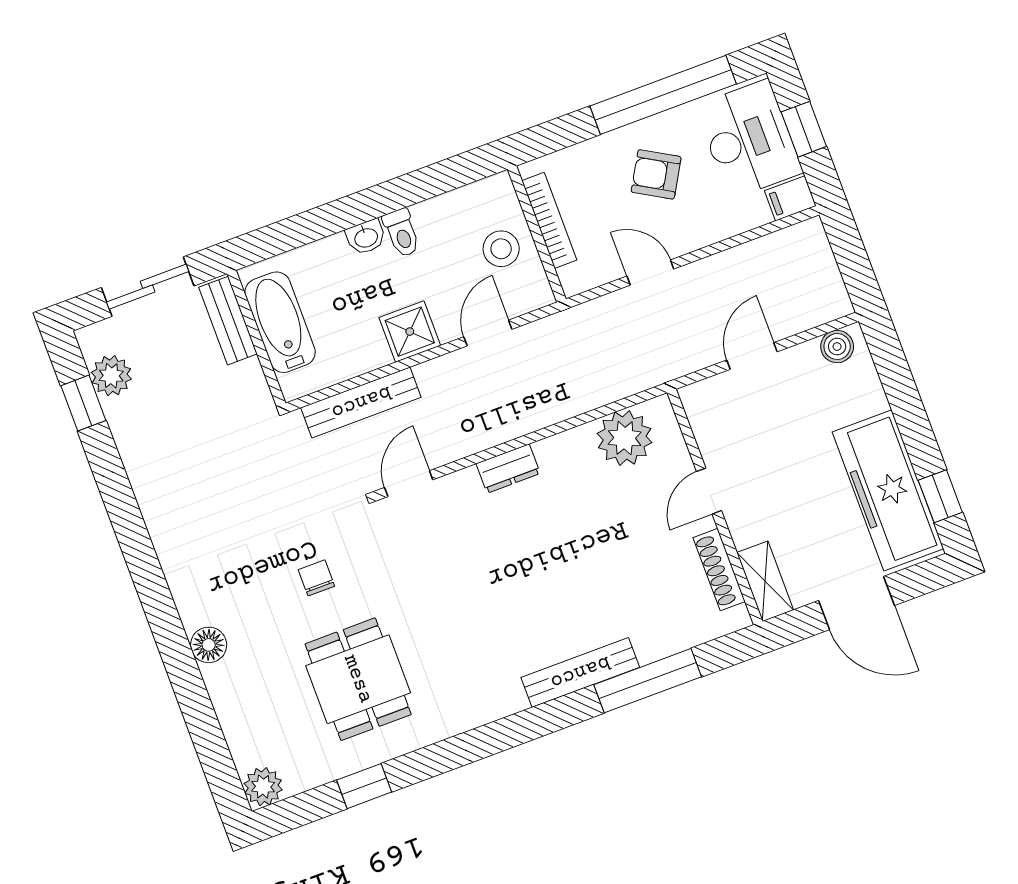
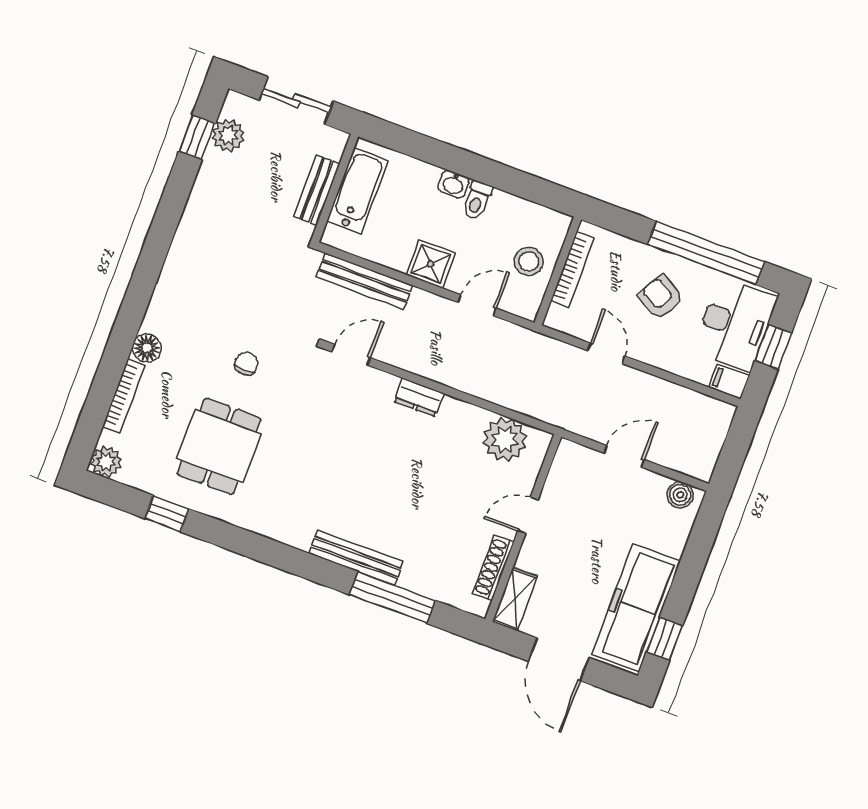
bench: (228, 321) -> (317, 190), moved
bookcase: (226, 709) -> (124, 396), added

